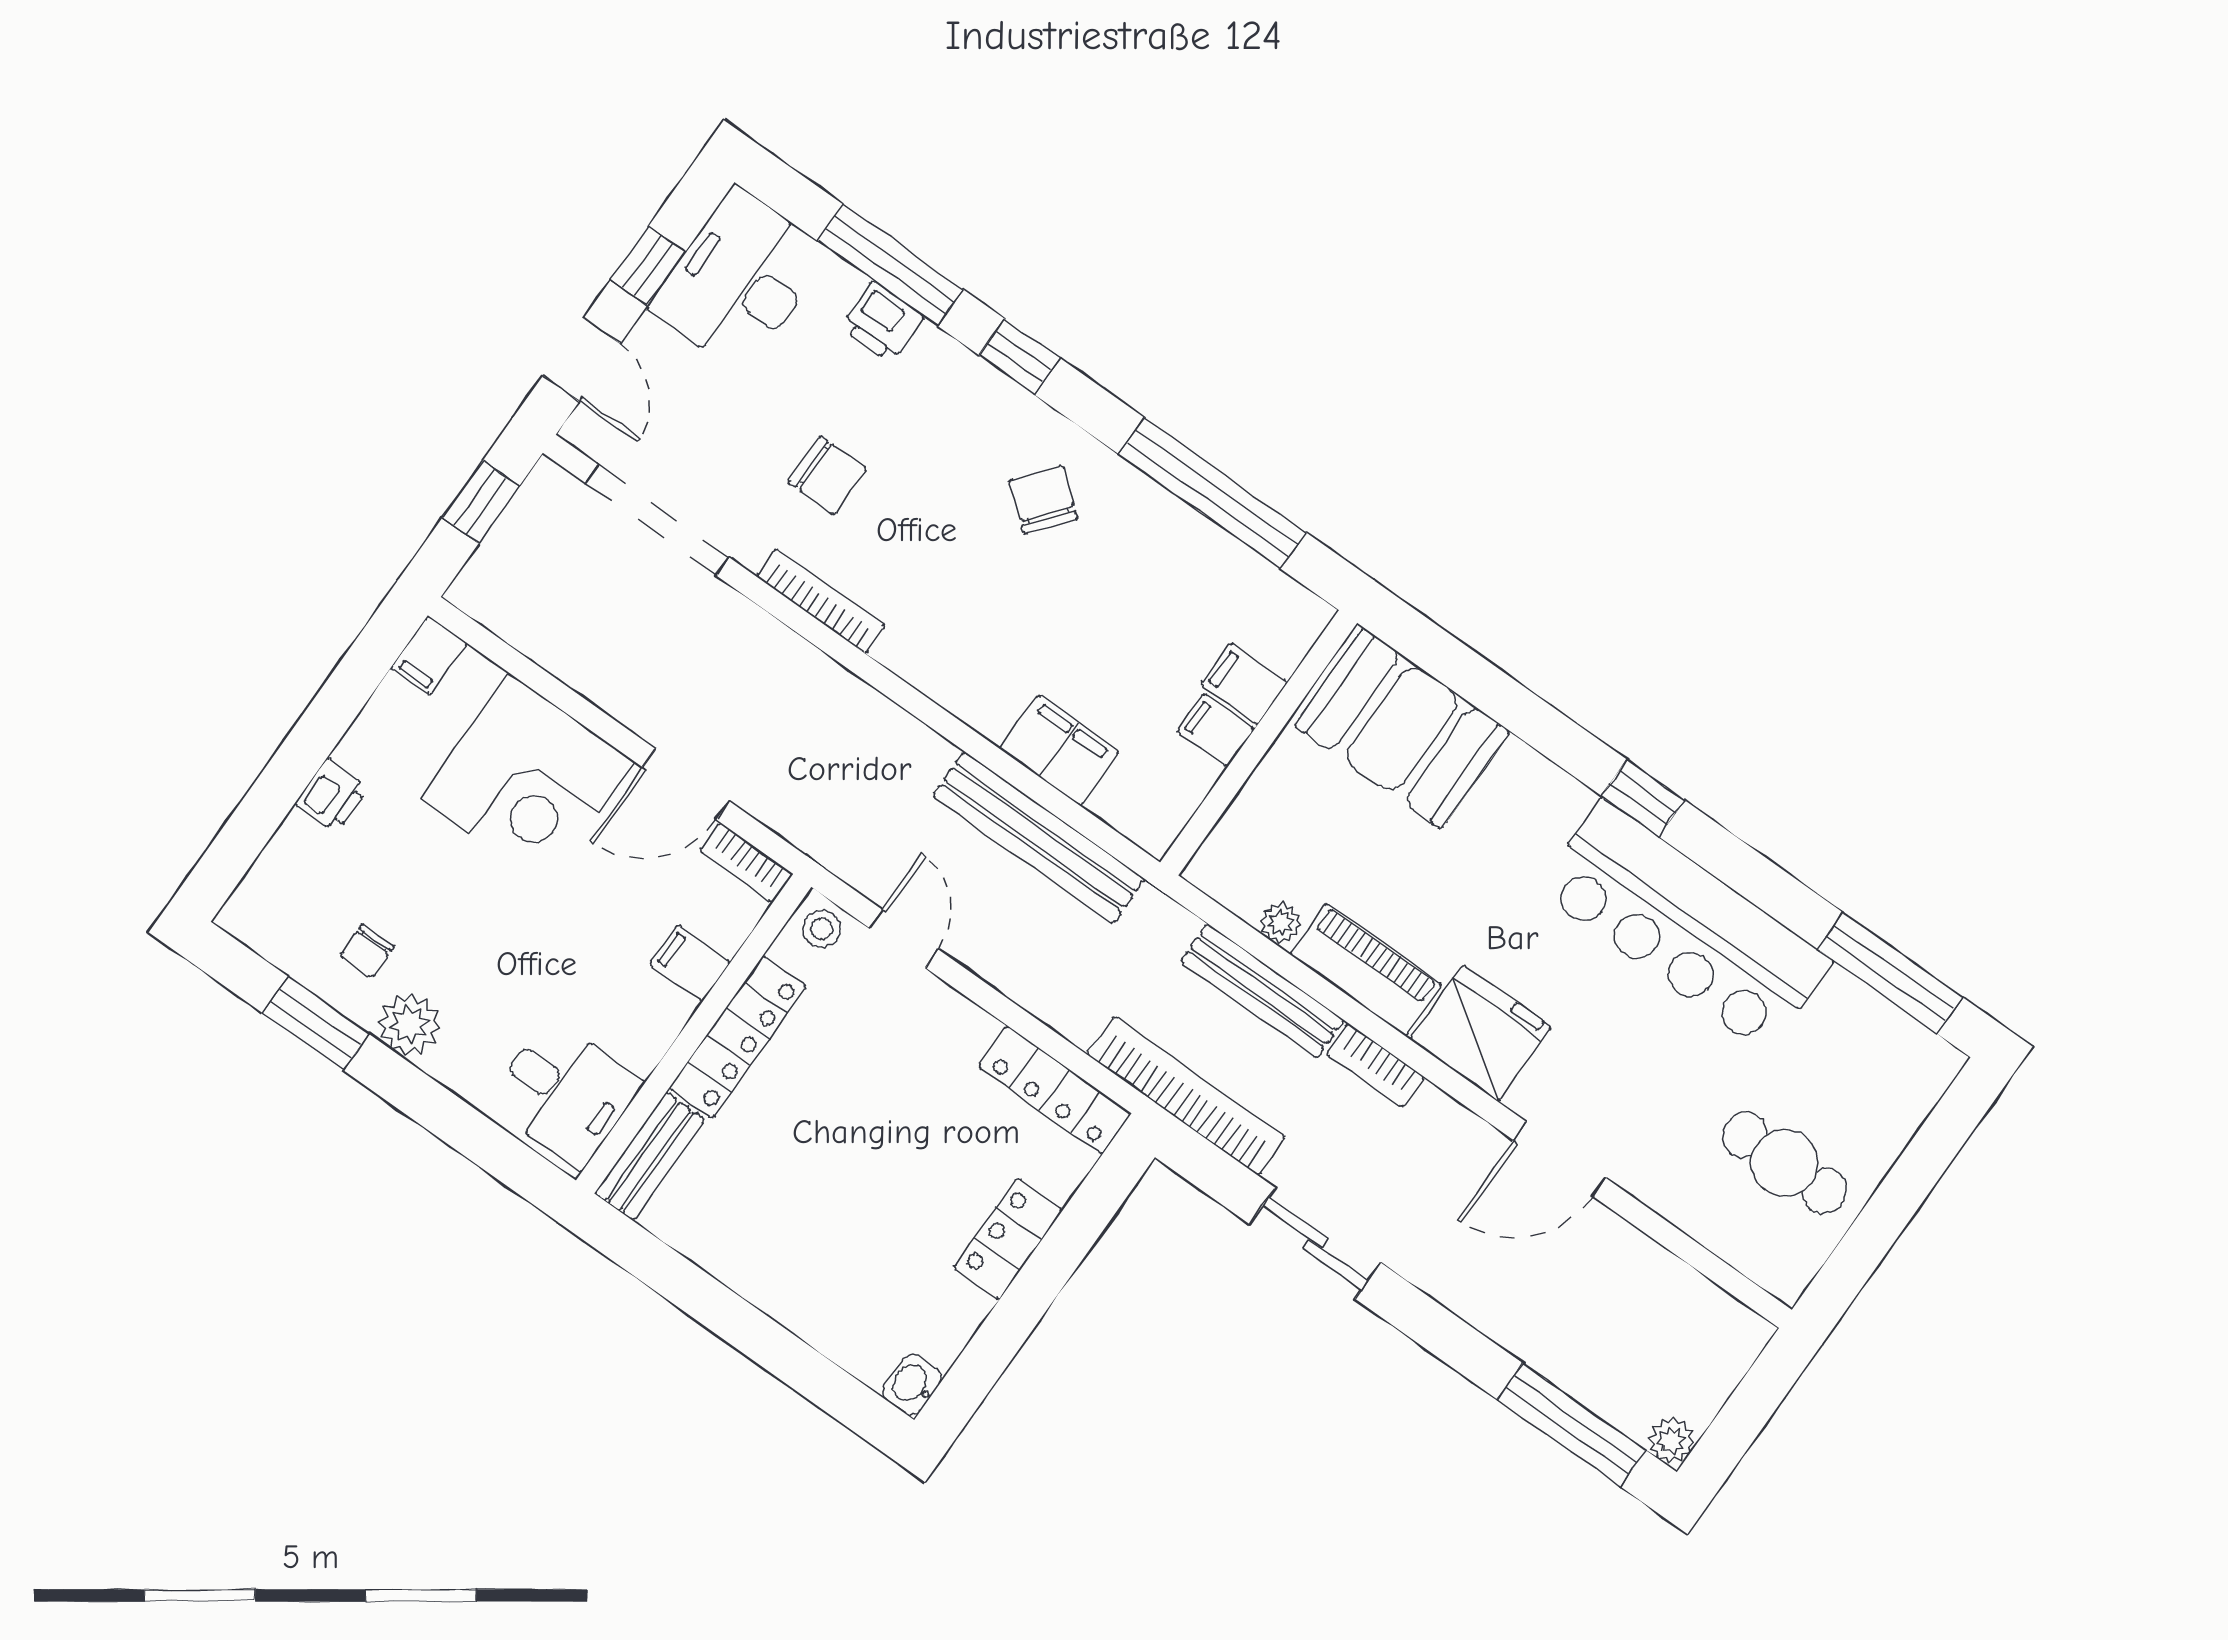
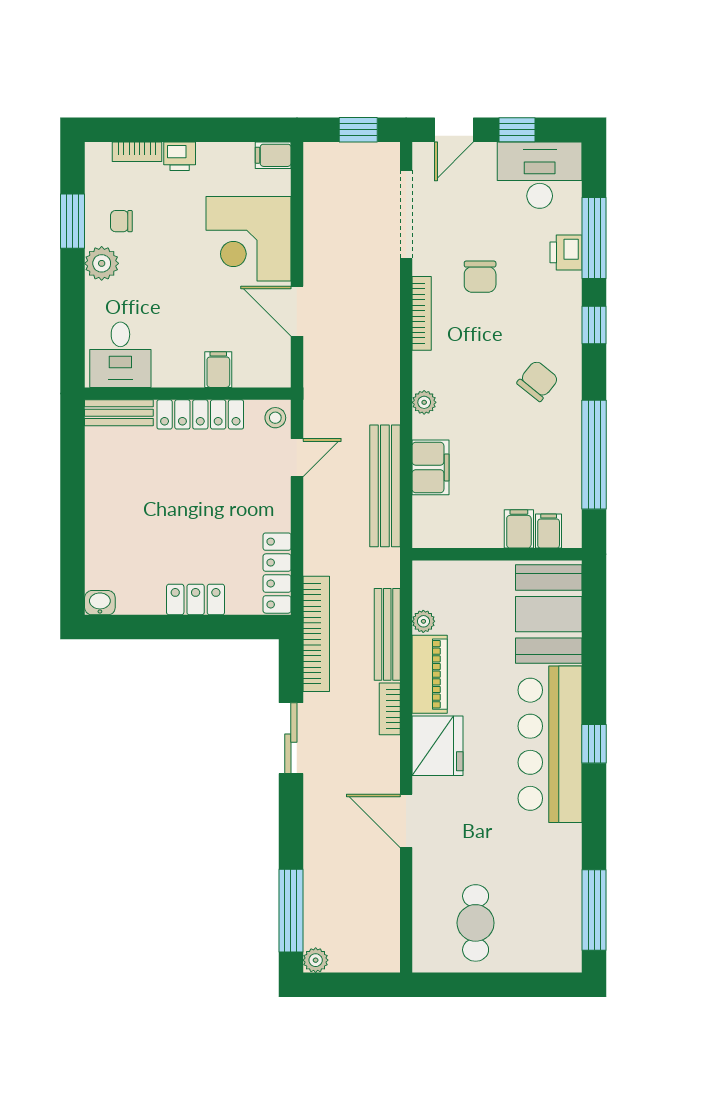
plant: (956, 691) -> (424, 402), added
filing cabinet: (1216, 730) -> (549, 531), moved
bookcase: (746, 862) -> (137, 152), moved, turned -90
bar counter: (1684, 926) -> (550, 744), moved

